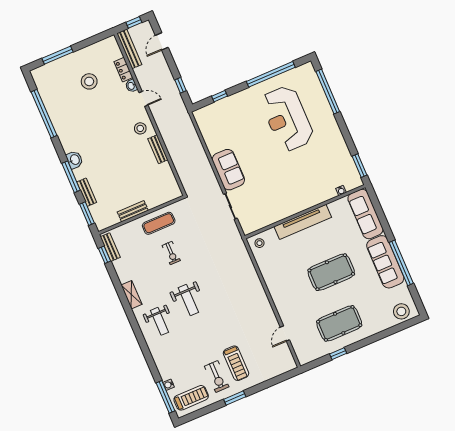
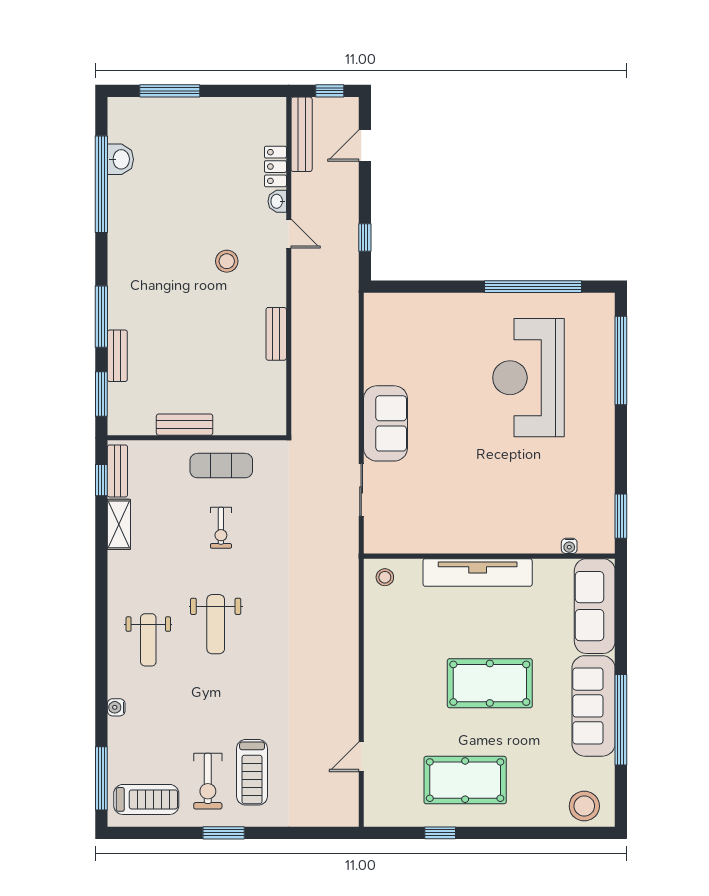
stool: (89, 81) -> (206, 161), removed
window: (220, 96) -> (426, 287), removed
stool: (140, 128) -> (227, 261), moved
washbasin: (75, 160) -> (120, 159), moved
shelving: (131, 295) -> (119, 524), moved
water cooler: (169, 385) -> (116, 707), moved

